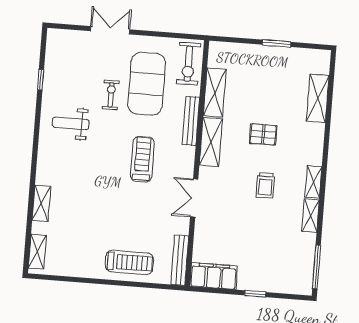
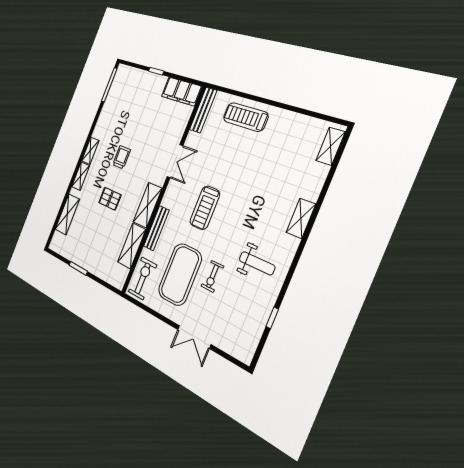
shelving: (41, 203) -> (301, 218), moved
shelving: (311, 216) -> (81, 176), moved

